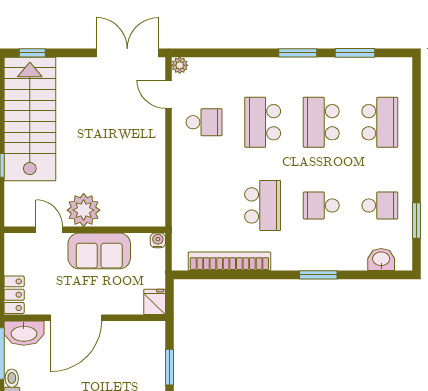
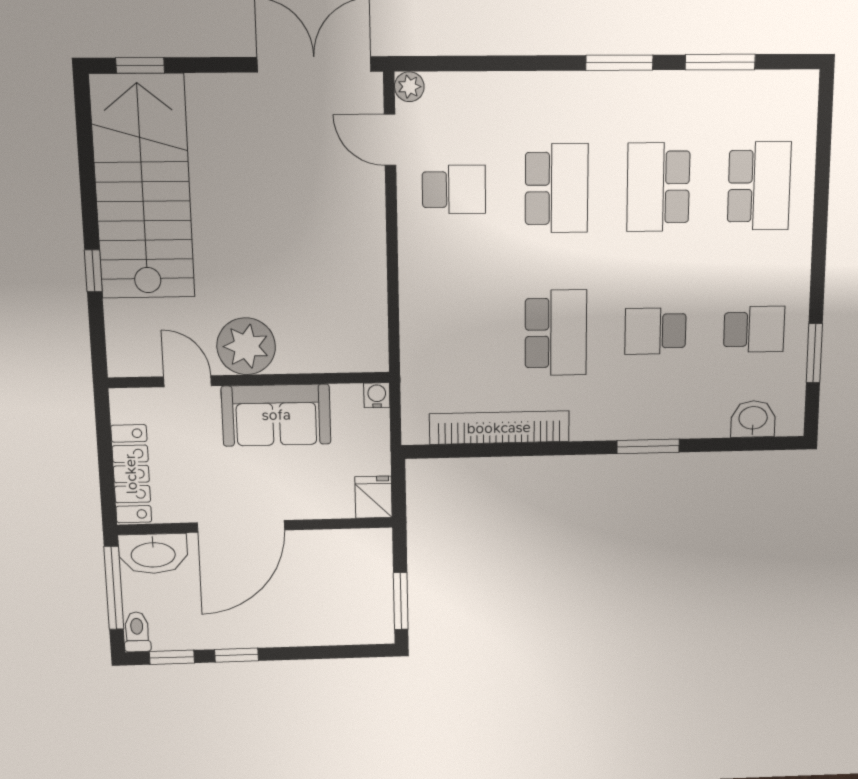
school desk: (263, 122) -> (557, 188), turned 180
locker: (14, 295) -> (131, 474), width x1.53

